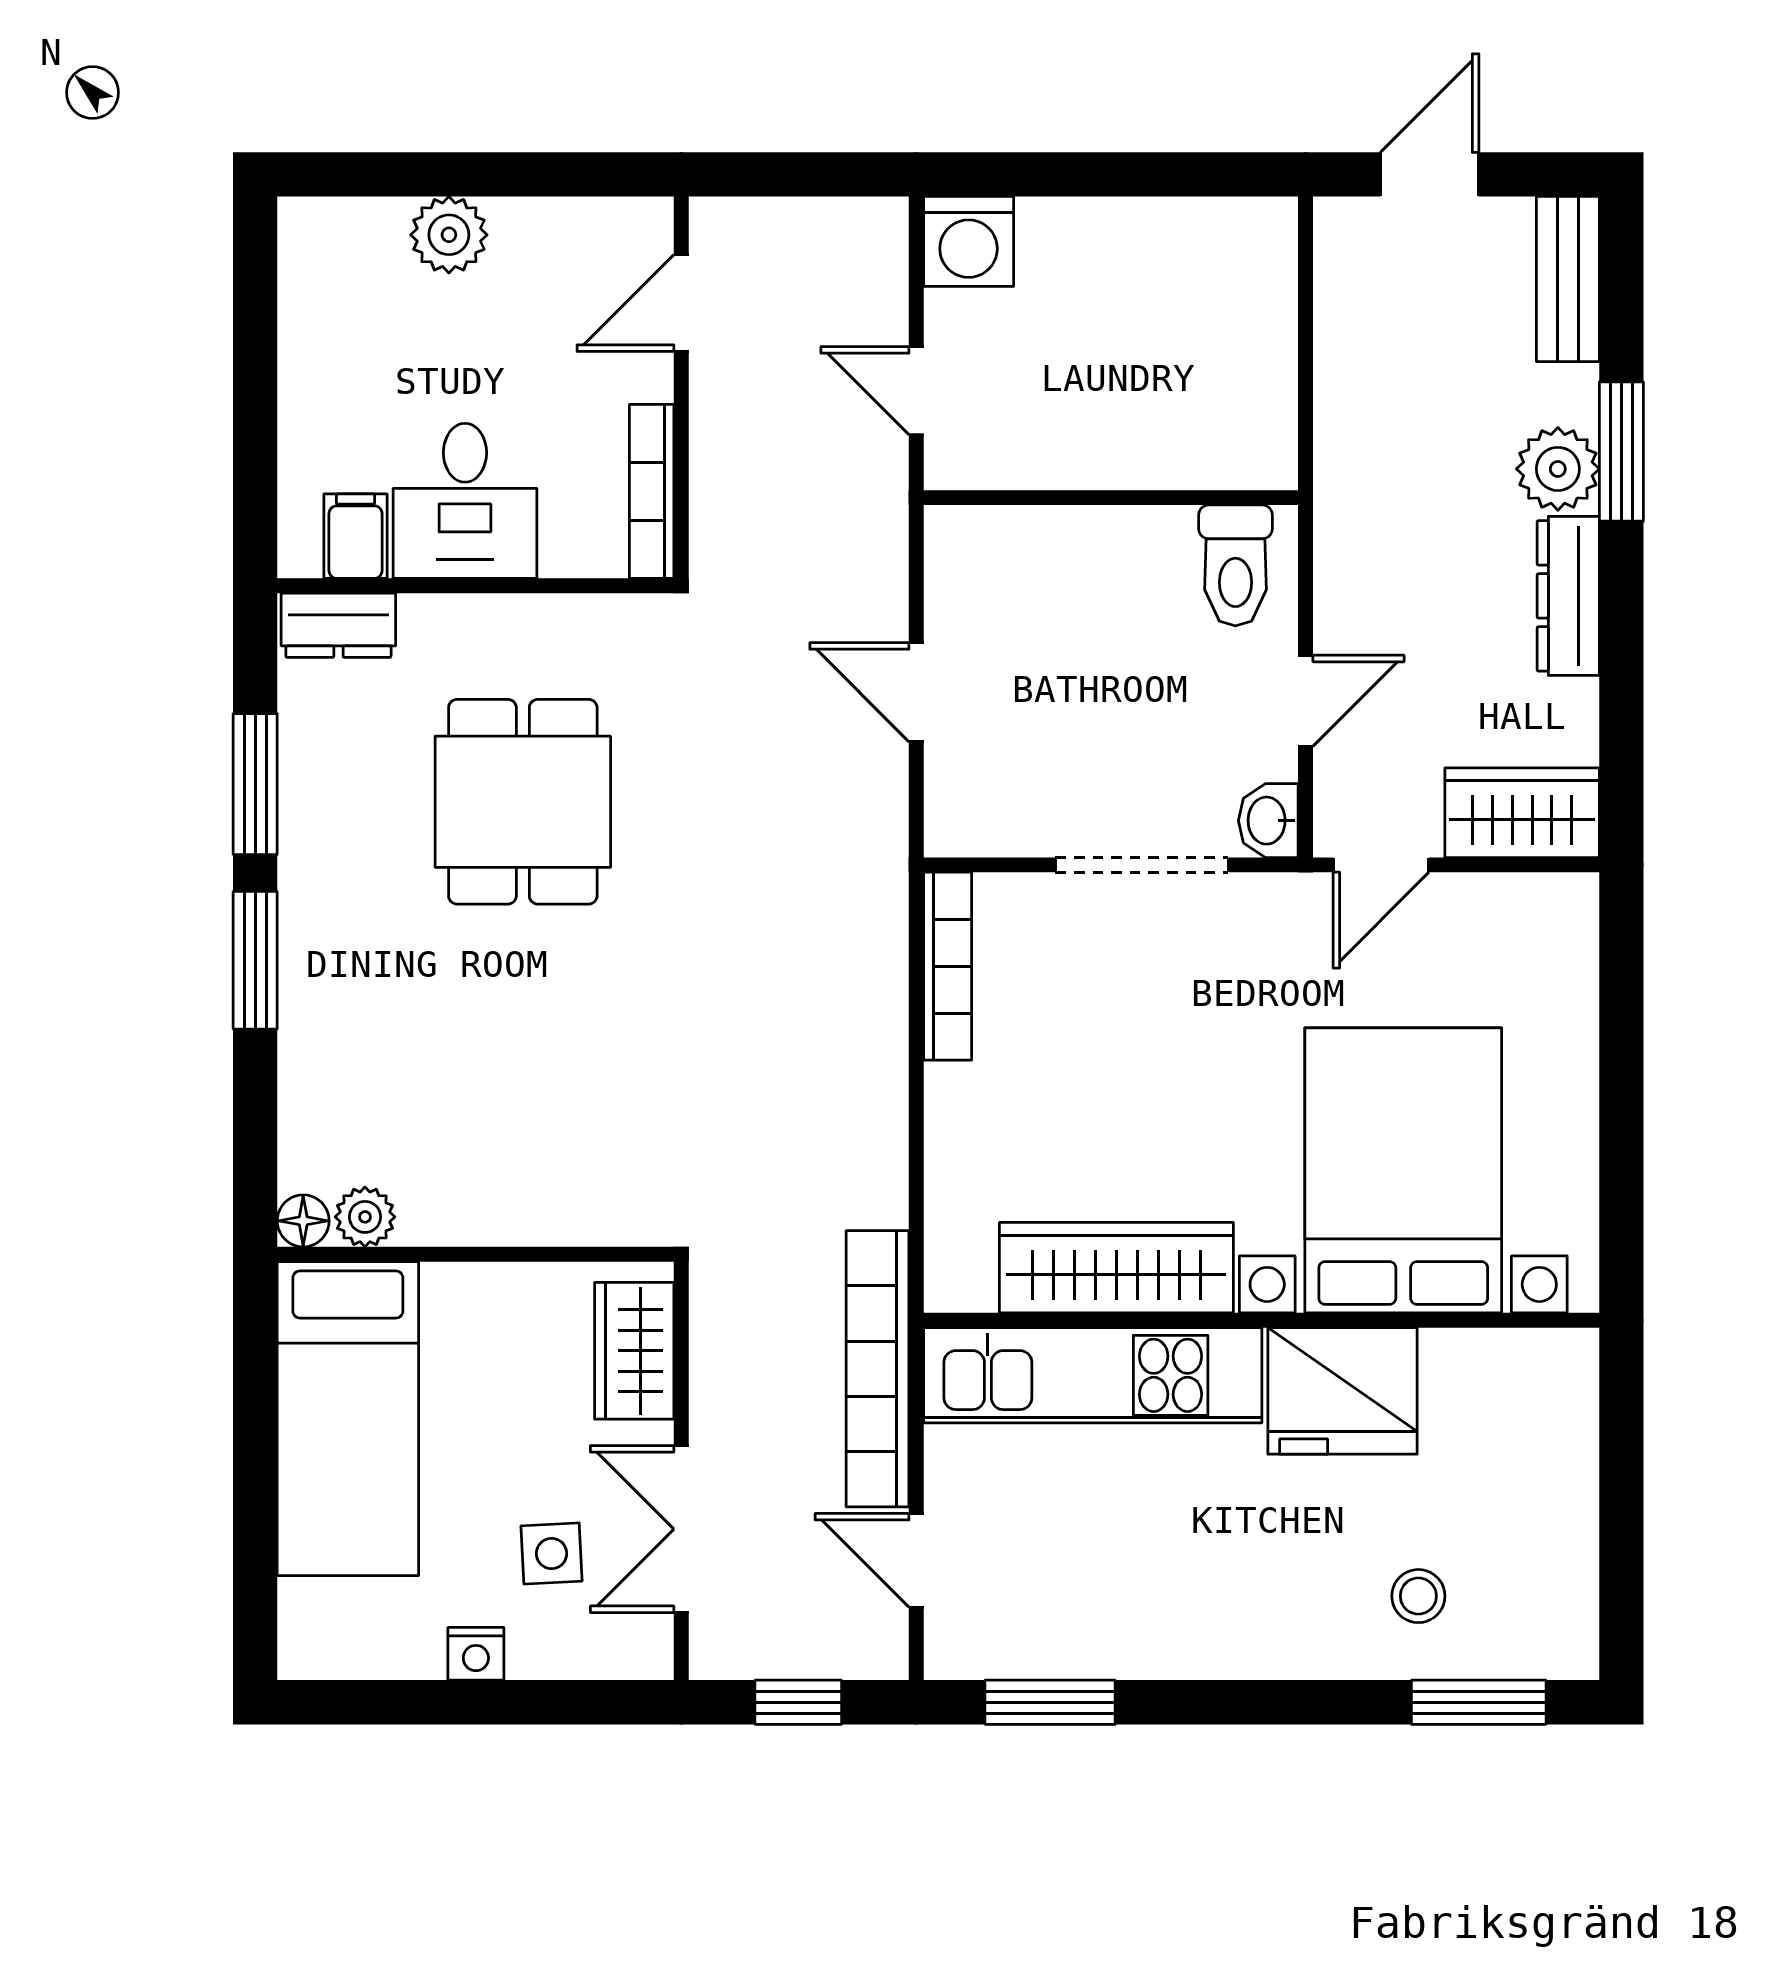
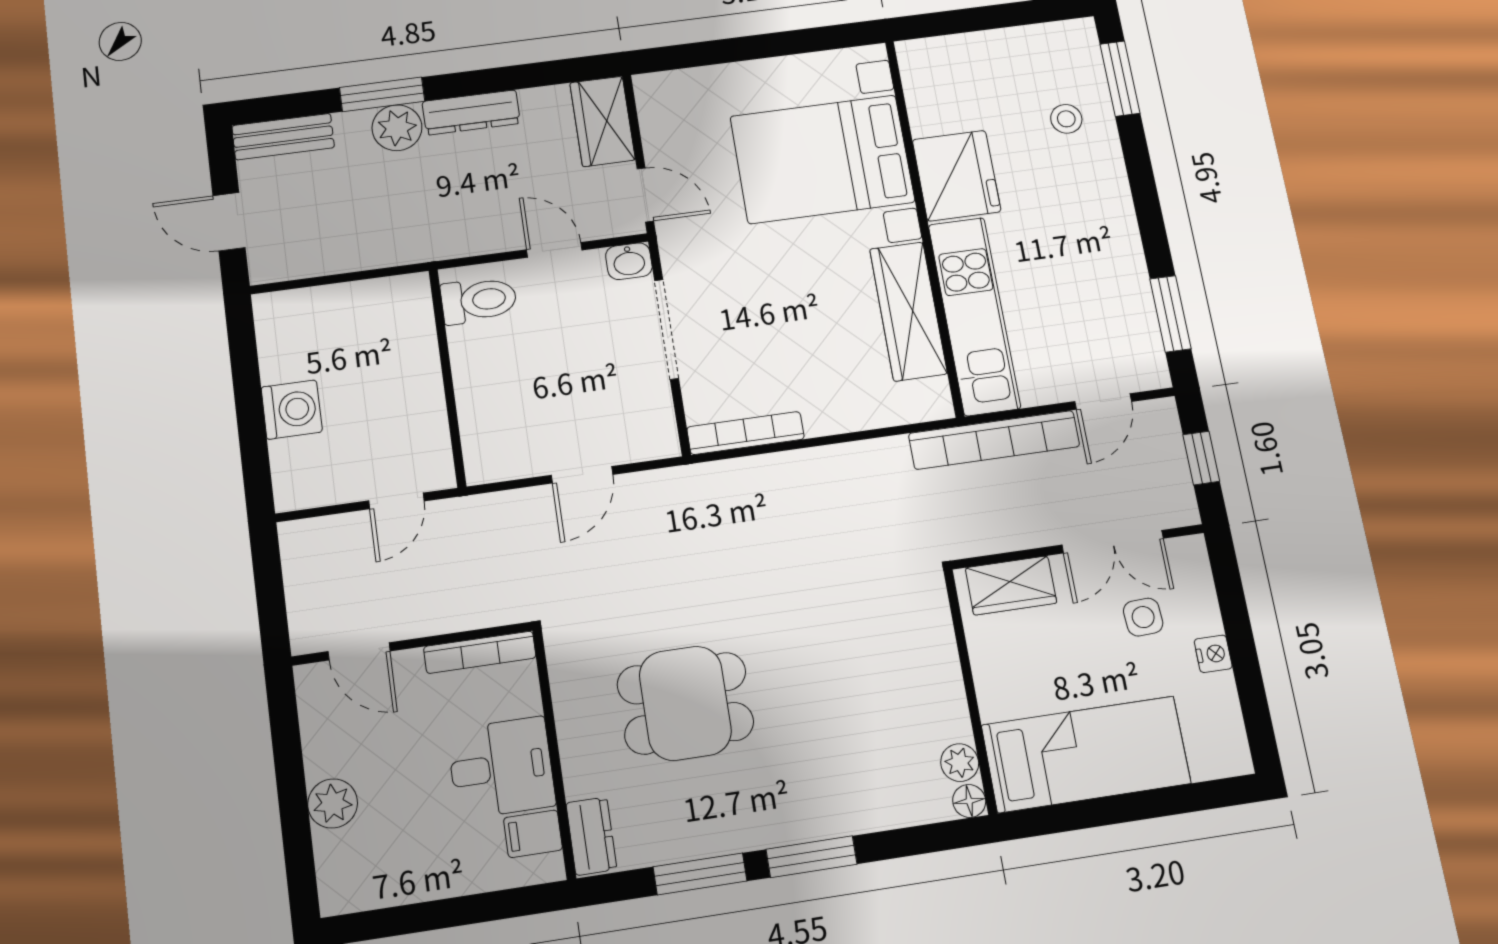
washing machine: (969, 241) -> (292, 410), moved

